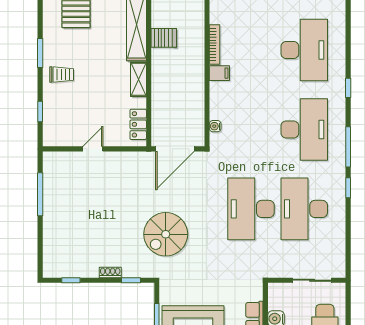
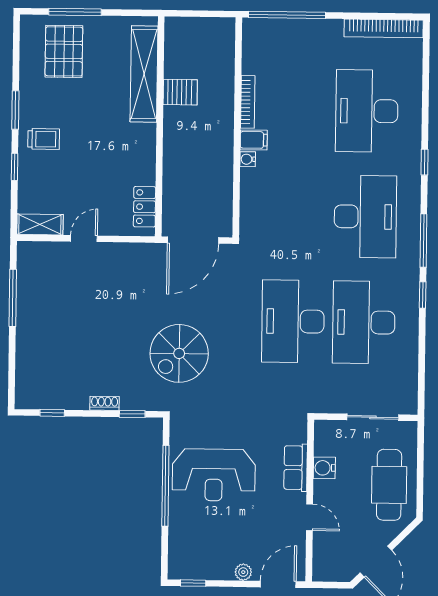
desk: (304, 50) -> (367, 111), turned 180
shelving: (139, 79) -> (40, 224), moved, turned 90
window: (40, 112) -> (15, 167), moved
water cooler: (215, 126) -> (248, 159), moved

